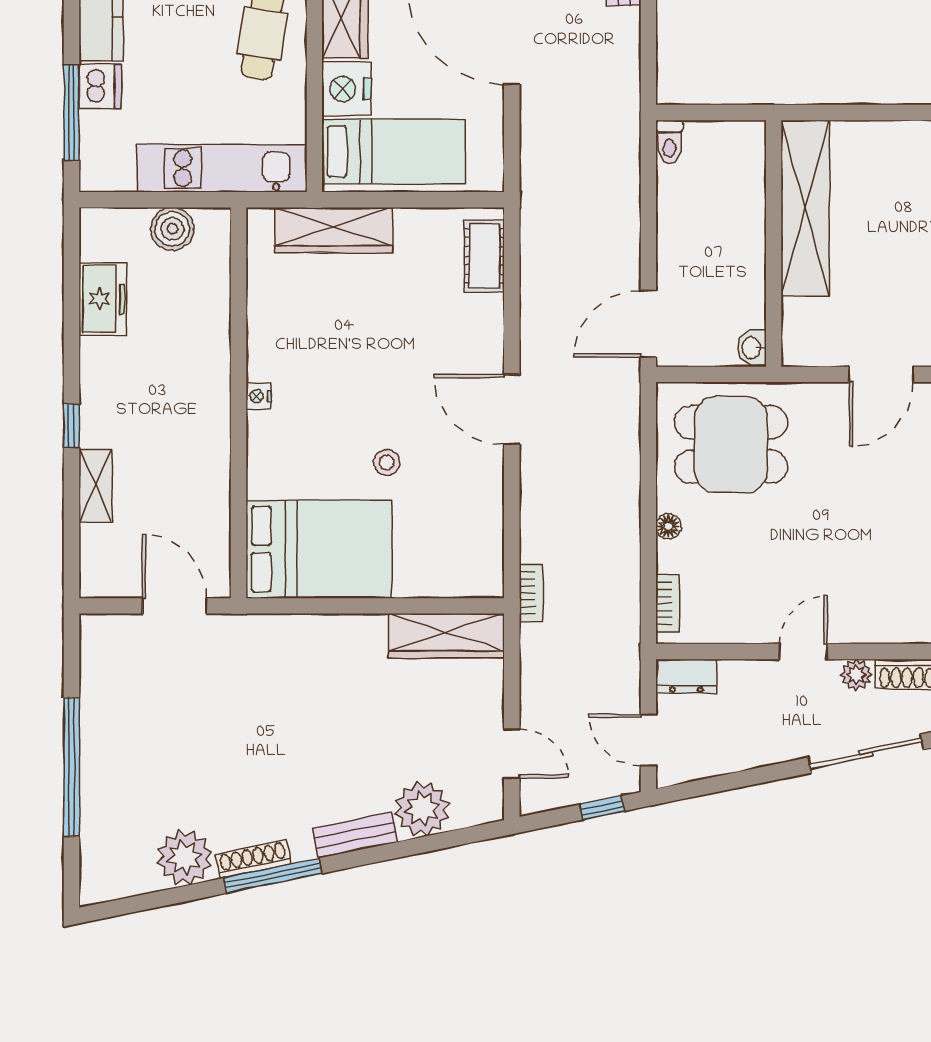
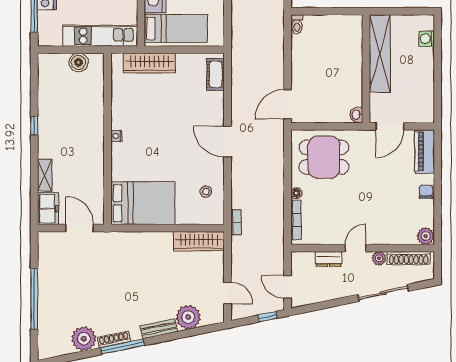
shelving: (805, 208) -> (380, 53), moved
wall: (774, 243) -> (366, 69), moved
freezer: (103, 299) -> (48, 209), moved
washbasin: (752, 348) -> (356, 115), moved
window: (71, 426) -> (34, 126), moved
stool: (387, 462) -> (206, 192), moved
bookcase: (668, 604) -> (296, 220), width x1.56
dresser: (686, 676) -> (328, 259), moved

